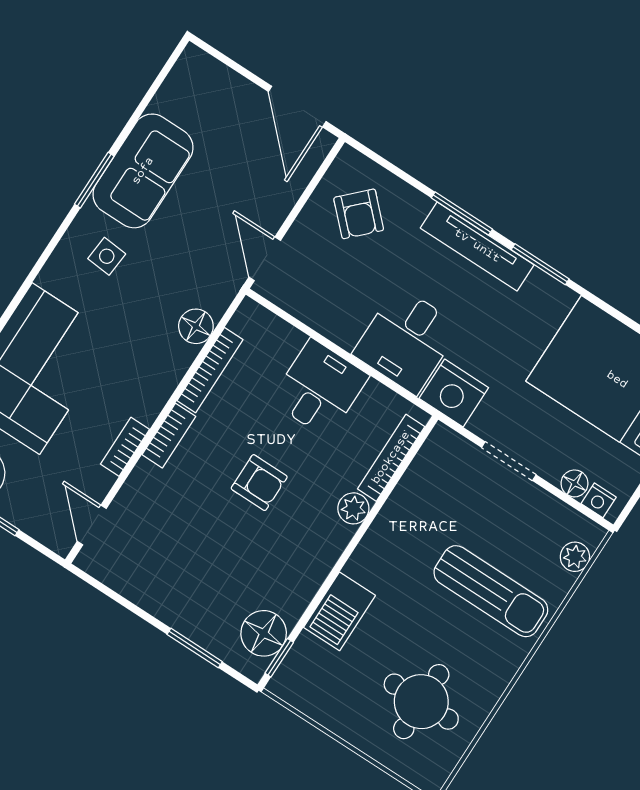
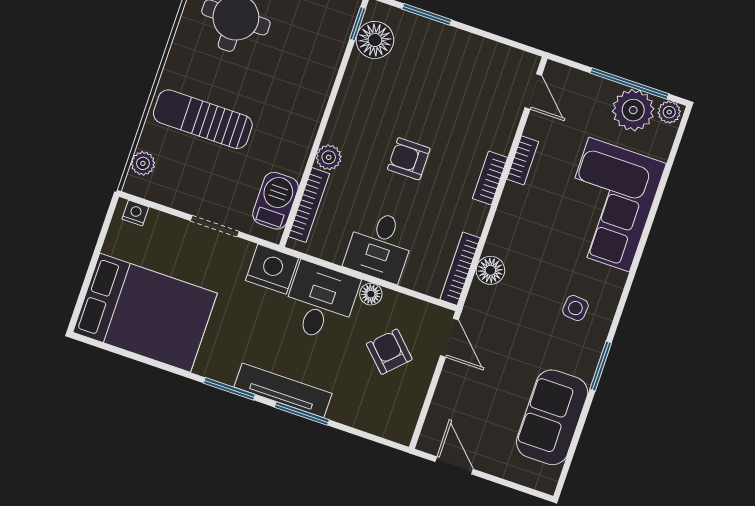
door: (297, 107) -> (454, 465), width x0.73
sofa: (143, 171) -> (552, 417), moved
armchair: (359, 214) -> (389, 352), moved
bookcase: (210, 370) -> (460, 269), moved
floor lamp: (574, 483) -> (371, 294), moved
barbecue: (339, 611) -> (275, 201), moved

